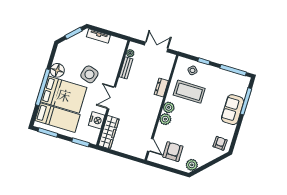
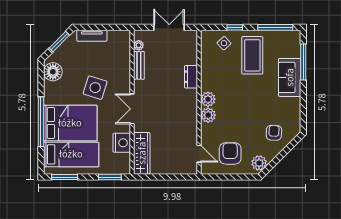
floor lamp: (57, 70) -> (53, 72), moved
coffee table: (189, 92) -> (252, 55), moved, turned 90
armchair: (220, 143) -> (274, 133), moved

